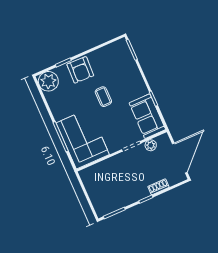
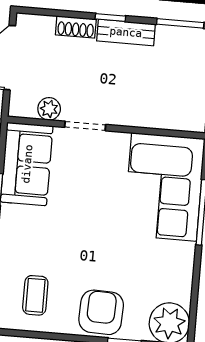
coffee table: (103, 97) -> (35, 295), moved
bench: (136, 196) -> (126, 32), added

